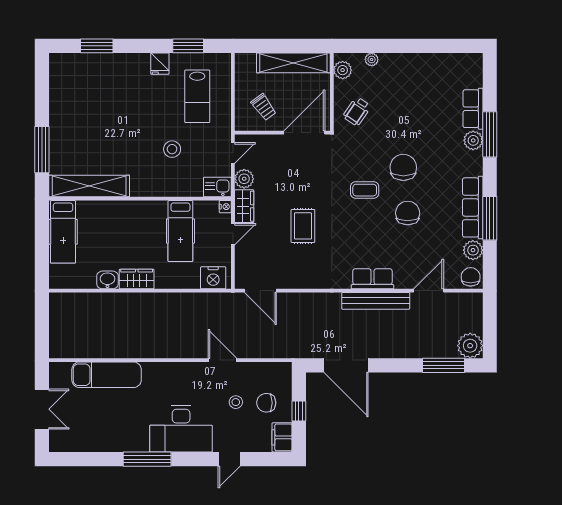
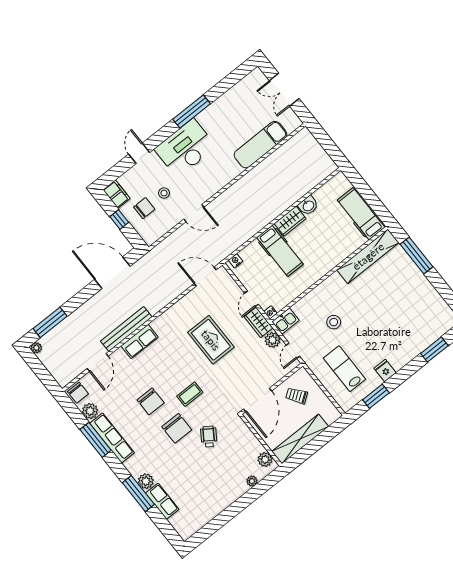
wheelchair: (357, 111) -> (209, 437), moved
rug: (303, 226) -> (211, 340), width x1.36, depth x1.43
hospital bed: (180, 231) -> (280, 251), moved, turned 180
nightstand: (213, 278) -> (236, 261), width x0.53, depth x0.56
plant: (470, 346) -> (36, 348), width x0.53, depth x0.53

